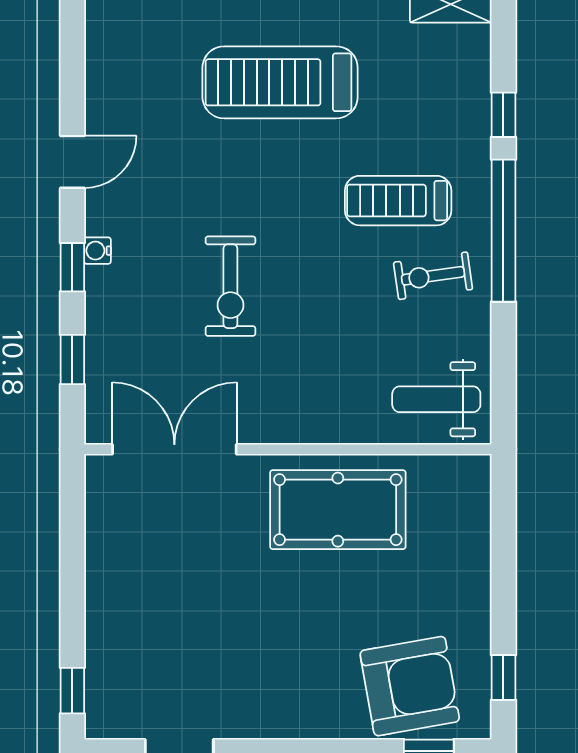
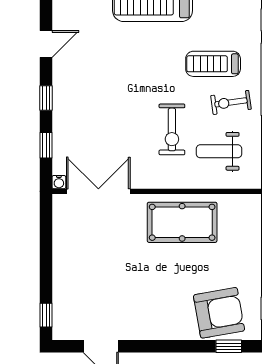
water cooler: (97, 251) -> (59, 182), moved, turned -90
exercise bike: (230, 286) -> (172, 129), moved
weight bench: (436, 399) -> (219, 151), moved

